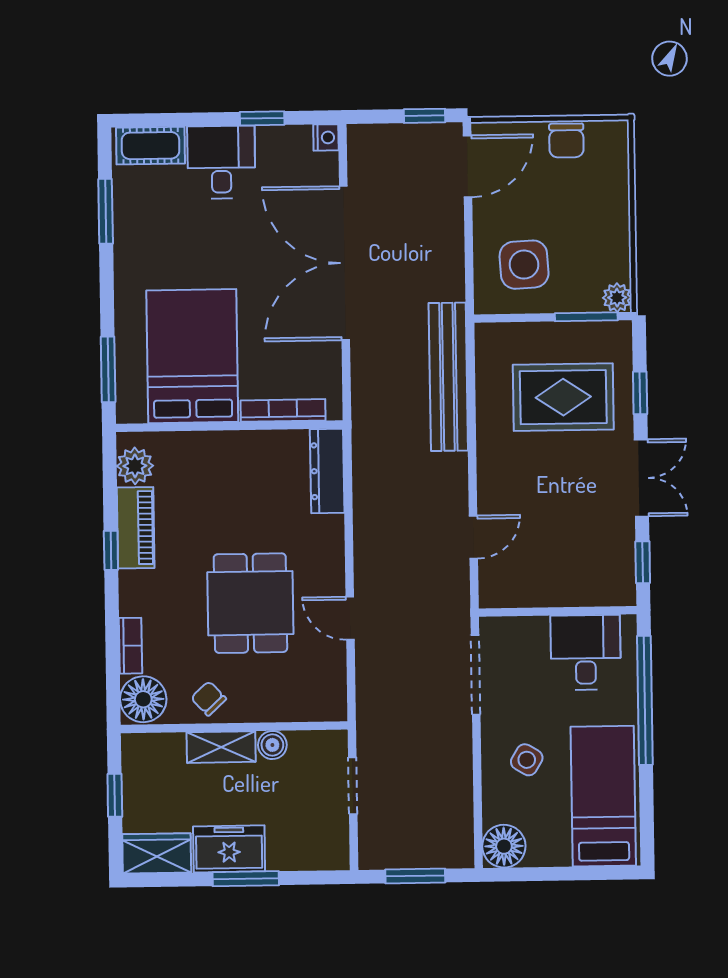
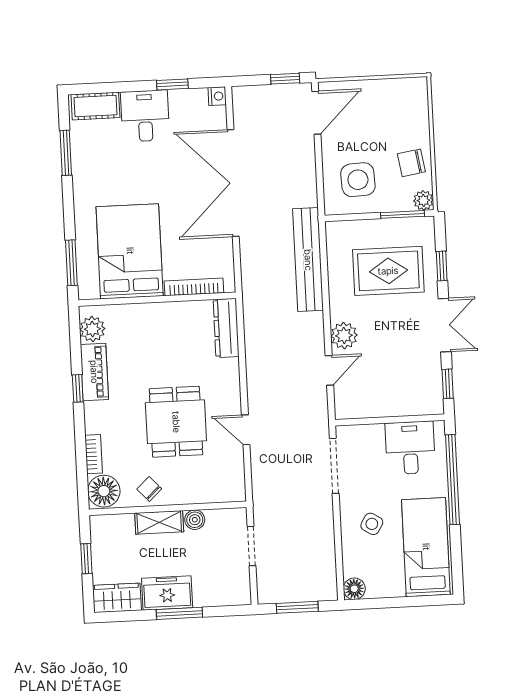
chair: (566, 140) -> (411, 163), moved, turned 81
plant: (496, 488) -> (344, 336), added
floor lamp: (504, 846) -> (354, 589), width x0.73, depth x0.73

